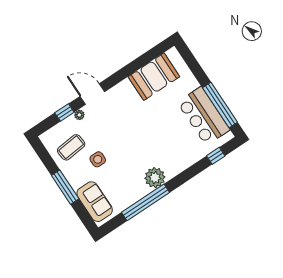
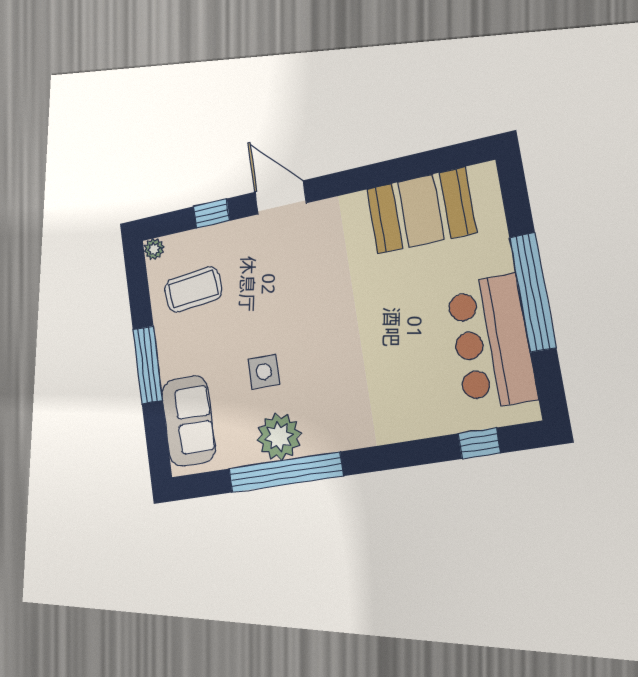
window: (220, 105) -> (533, 292), moved
plant: (79, 115) -> (154, 249), moved
side table: (98, 159) -> (264, 372), moved
plant: (155, 178) -> (279, 437), moved

